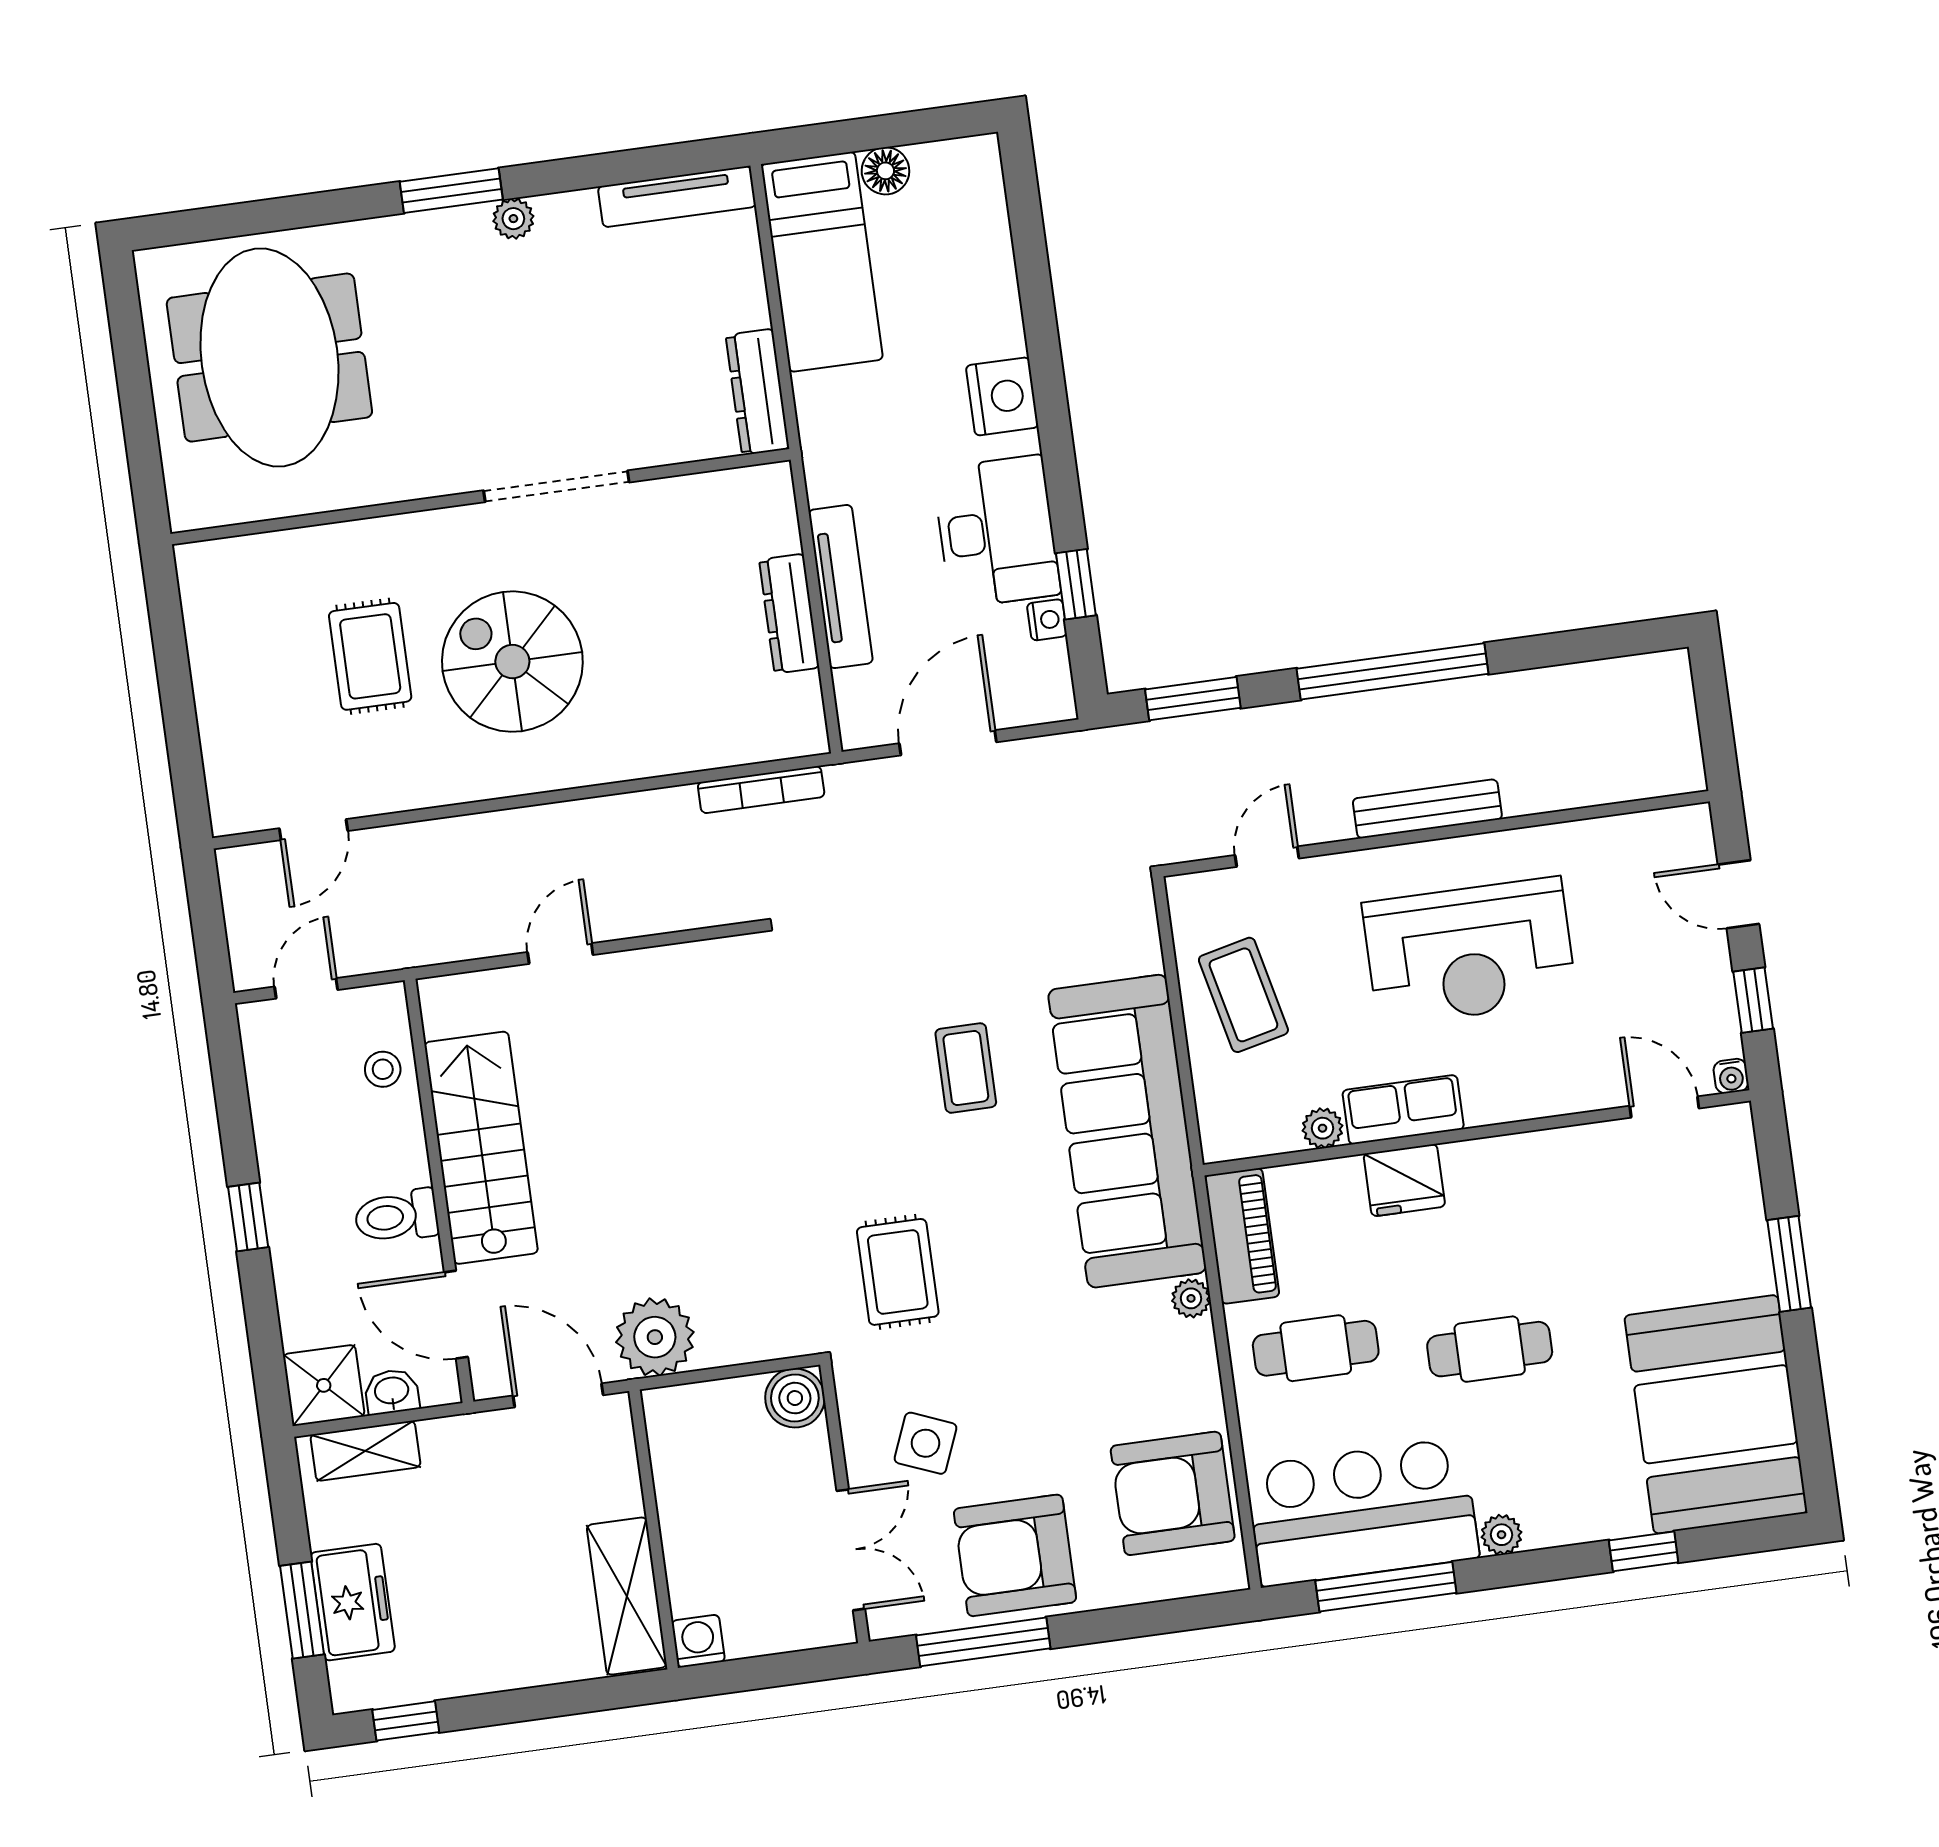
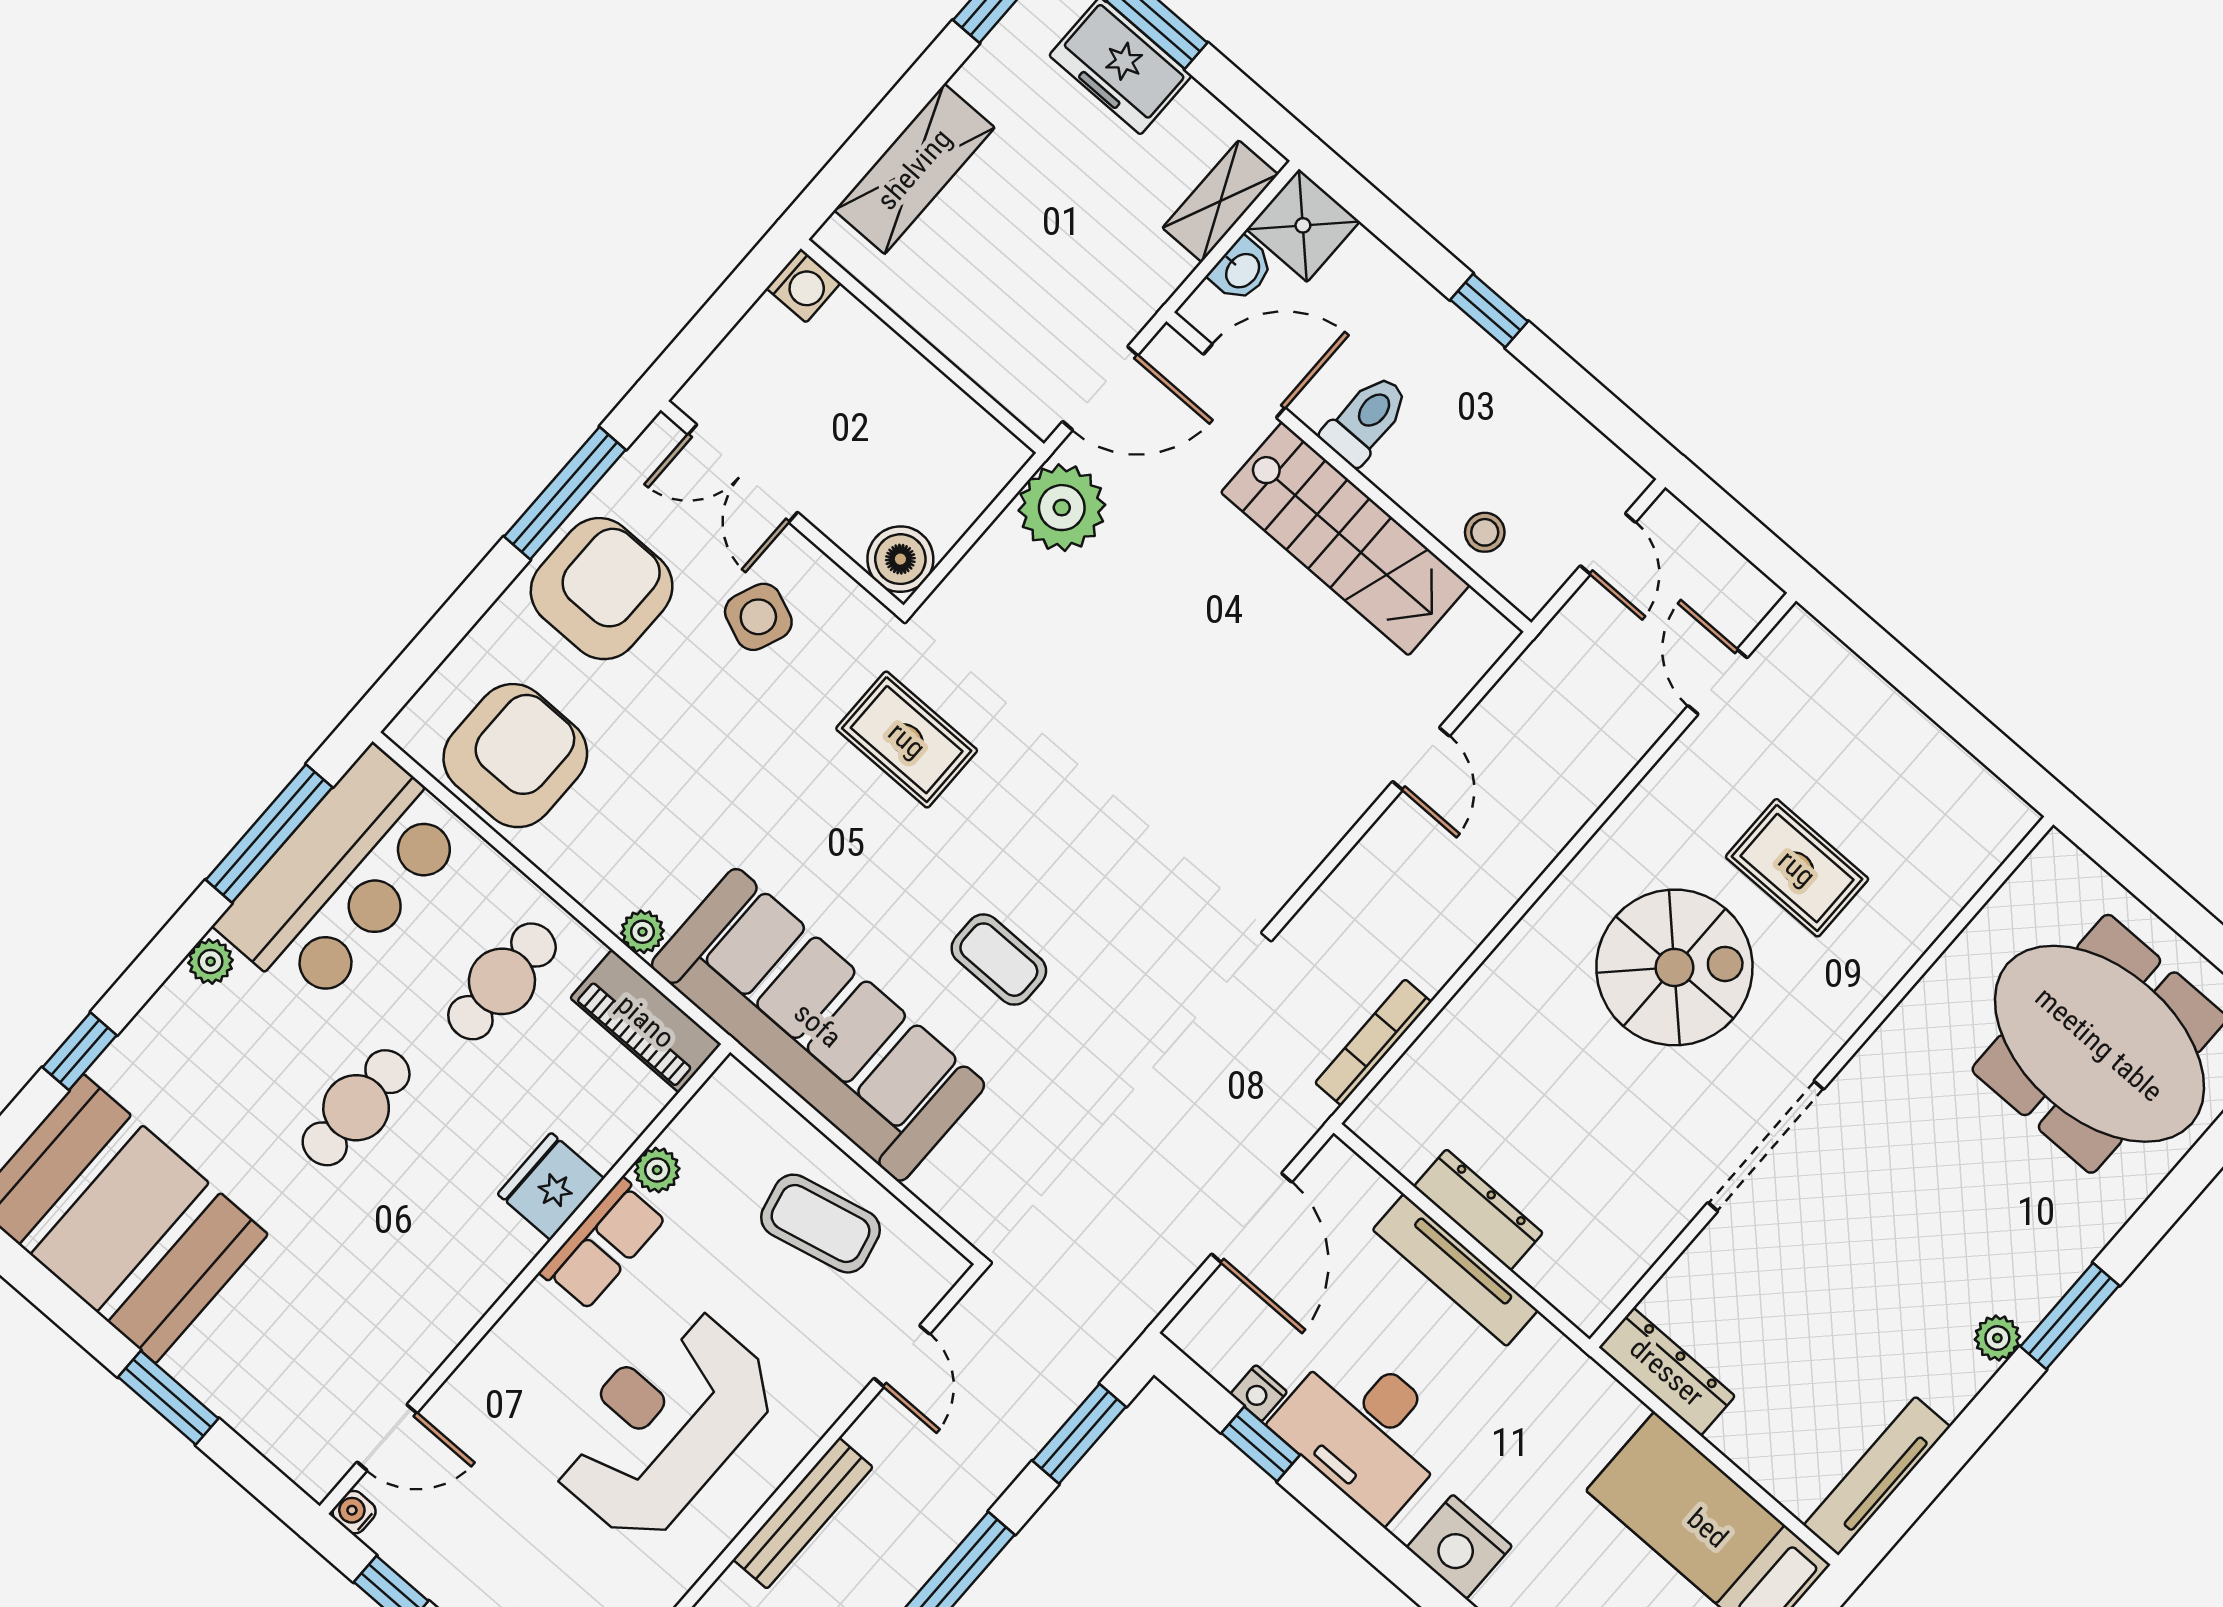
shelving: (627, 1596) -> (914, 169), moved, turned 90

